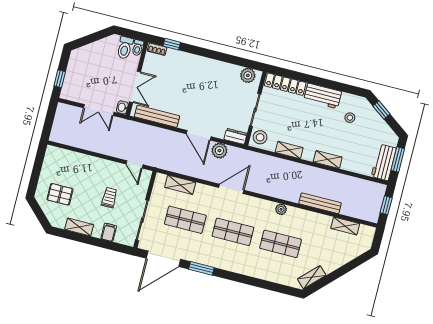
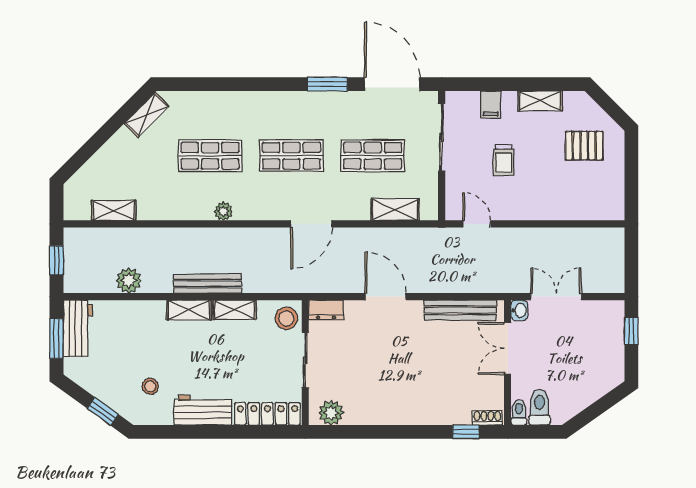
plant: (219, 151) -> (129, 280), moved
shelving: (328, 160) -> (189, 310), moved
bench: (320, 203) -> (208, 284), moved
door: (163, 259) -> (392, 84), hinge flipped

